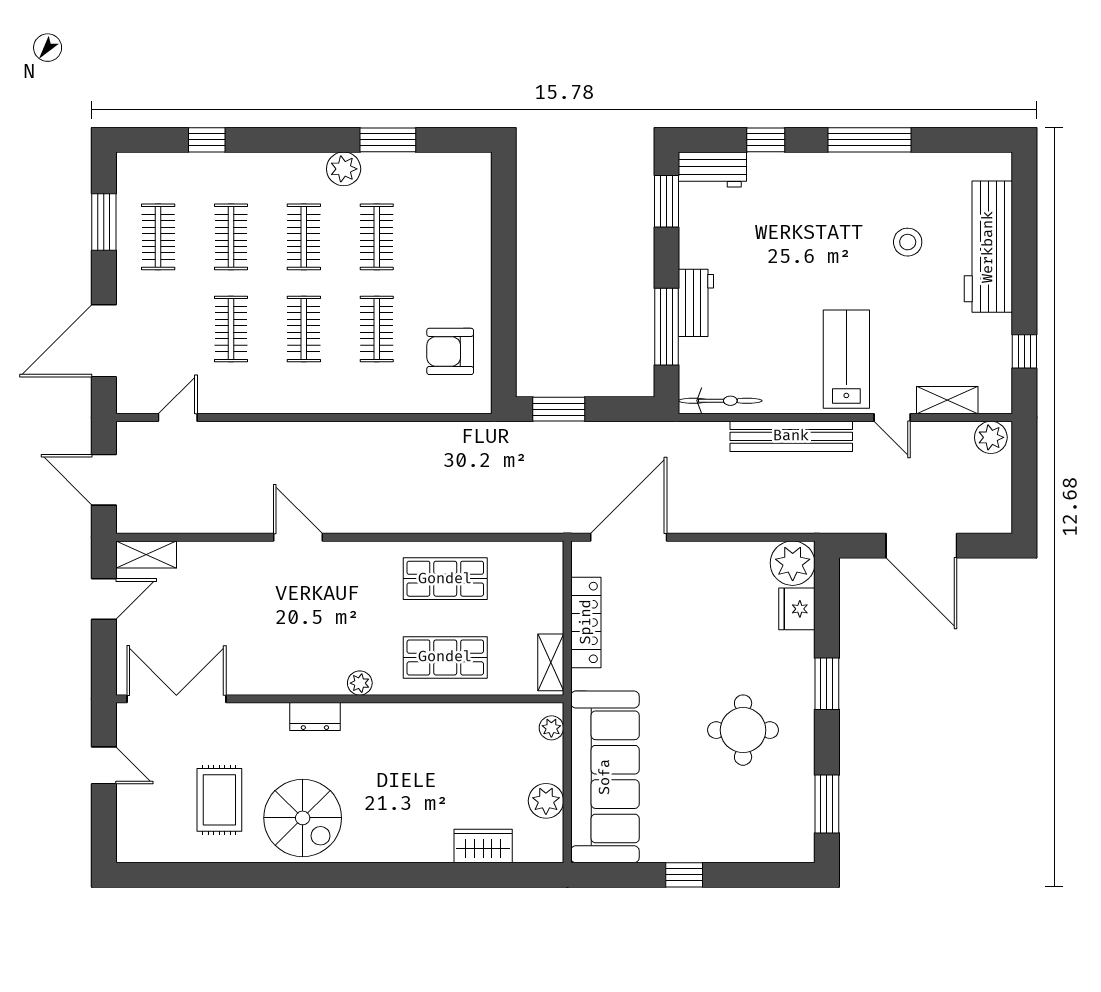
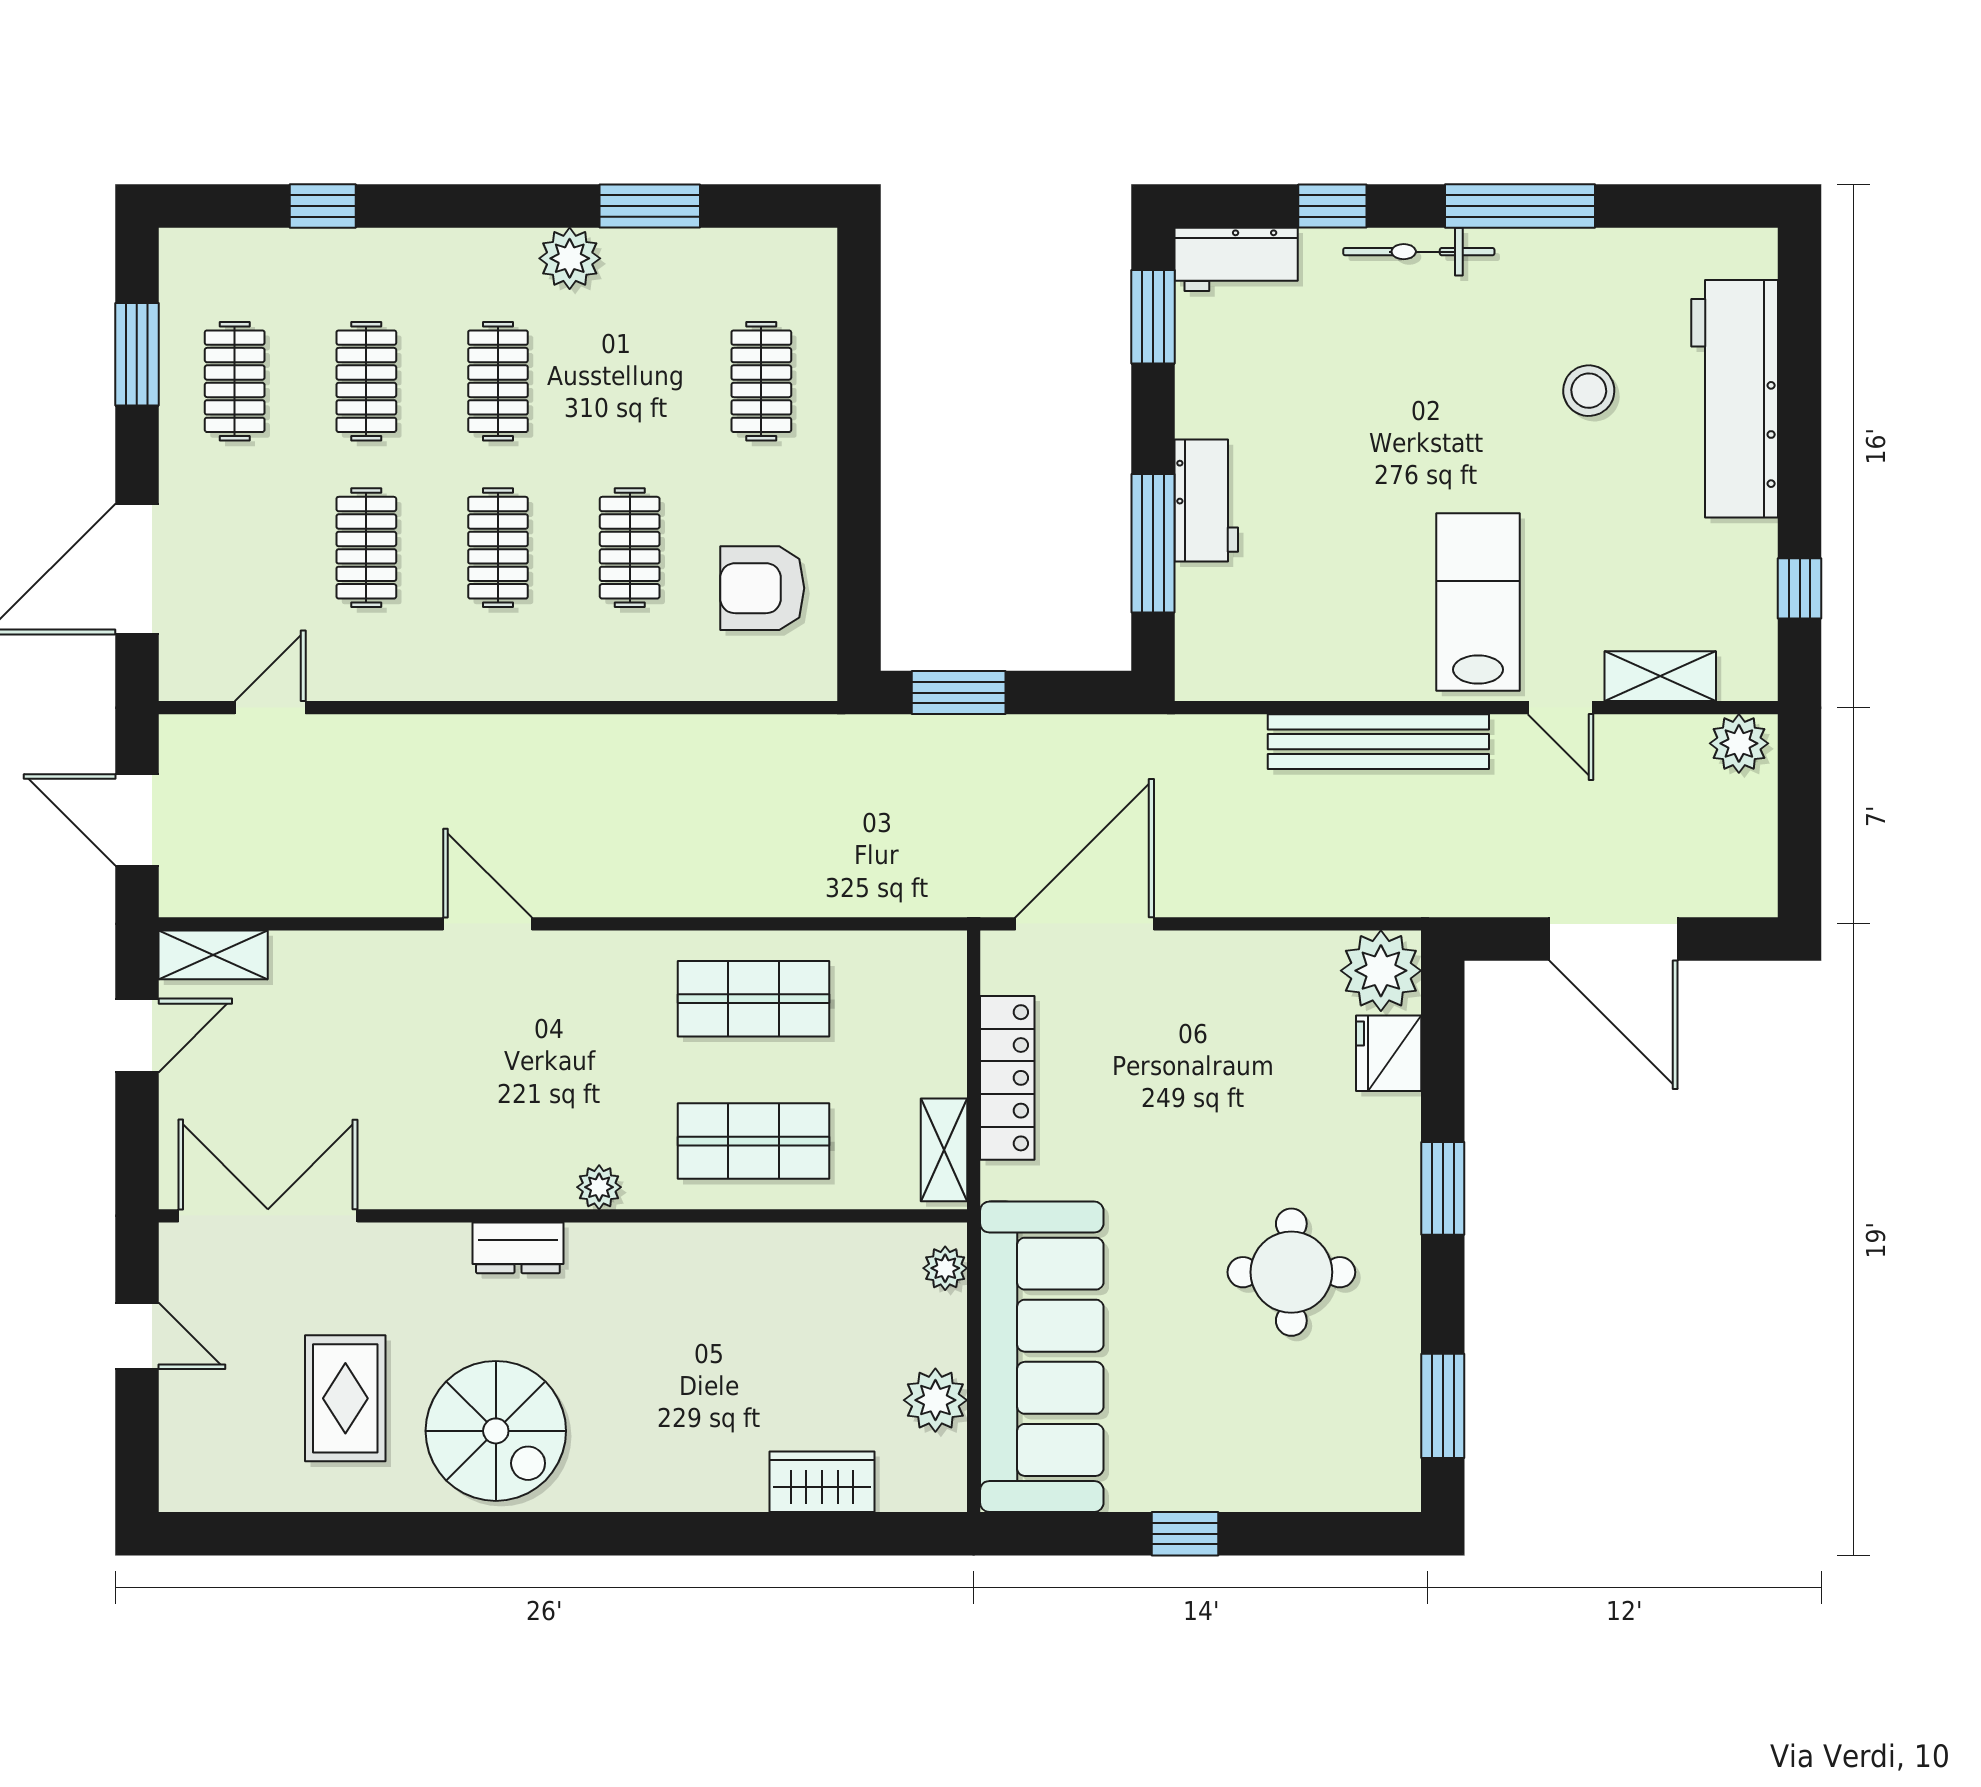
clothes rail: (377, 237) -> (761, 381), moved
bicycle: (720, 401) -> (1419, 252), moved, turned 180

